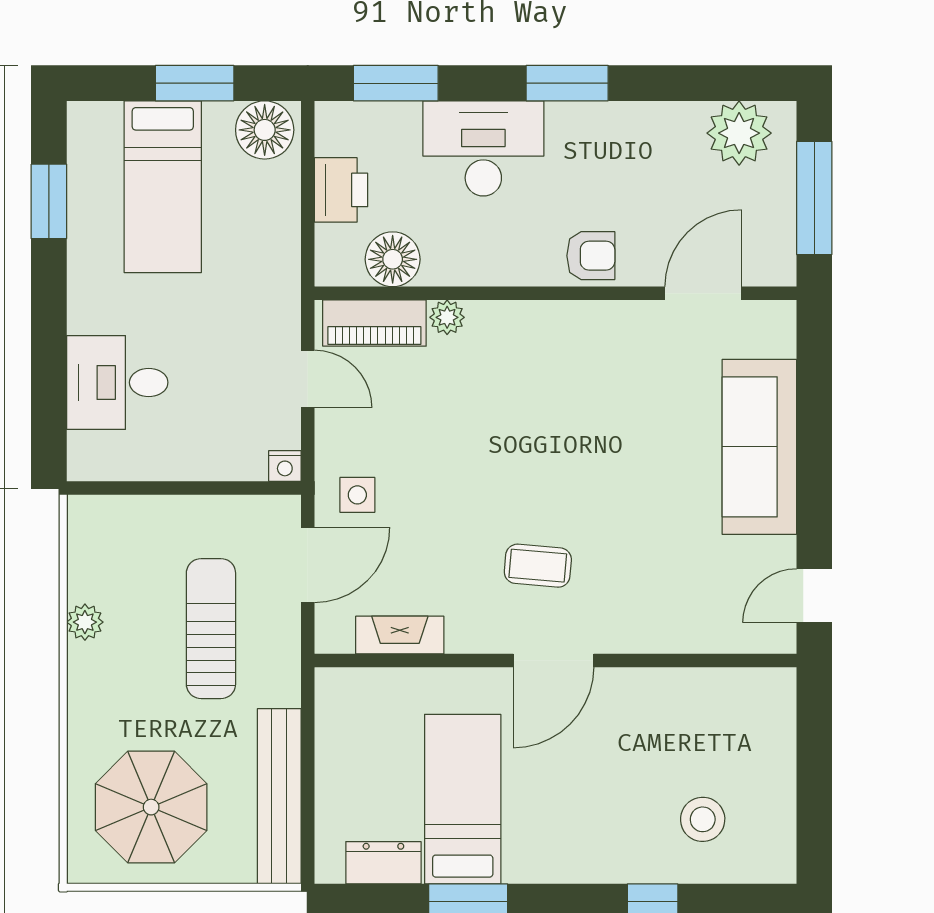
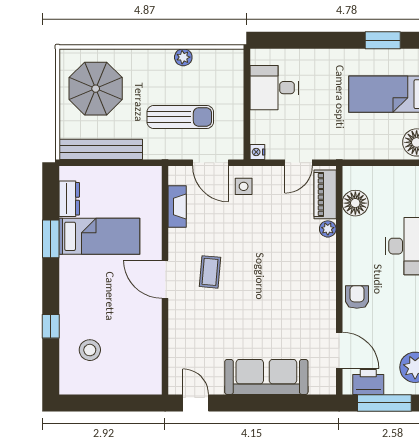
printer: (341, 190) -> (368, 382), moved, turned 180
armchair: (591, 256) -> (357, 297), turned 180
desk: (117, 382) -> (274, 88), moved, turned -90

